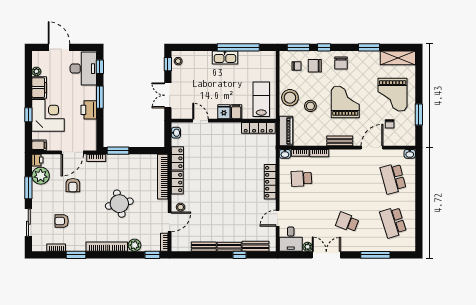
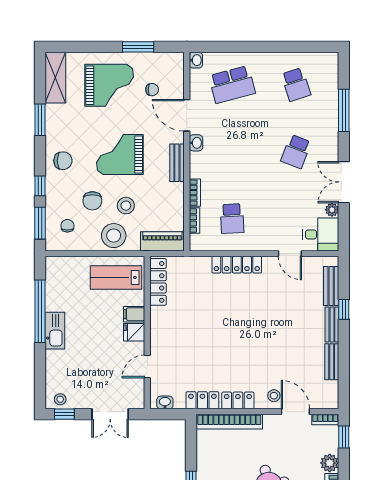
chair: (315, 66) -> (92, 201), moved
washbasin: (285, 154) -> (196, 143), moved
school desk: (393, 222) -> (296, 85), width x0.54

